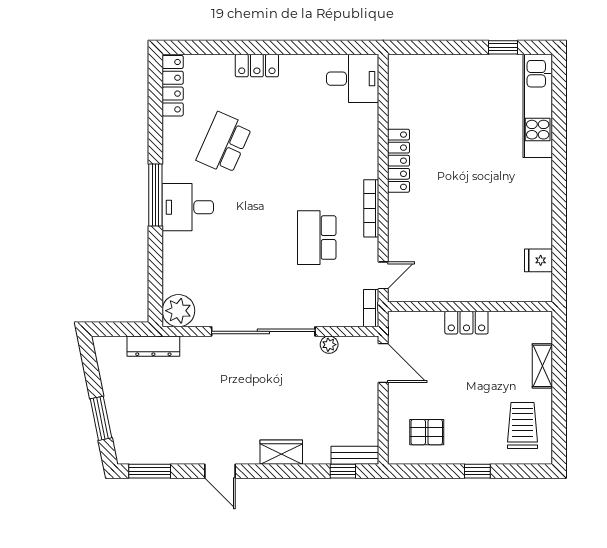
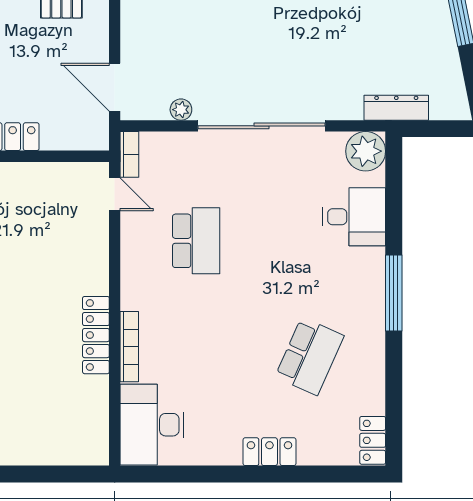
desk: (353, 79) -> (152, 425), width x1.37
locker: (173, 86) -> (373, 440), width x0.66
desk: (188, 207) -> (354, 217), moved
bookcase: (371, 208) -> (129, 347), moved
door: (383, 275) -> (115, 194), swing flipped

